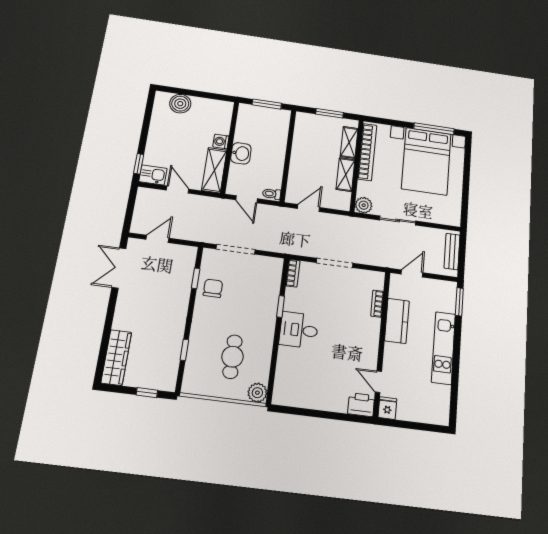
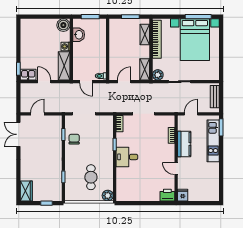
boiler: (180, 104) -> (63, 25), moved
washbasin: (241, 153) -> (79, 35), moved
shelving: (346, 175) -> (145, 69), moved
kitchen unit: (443, 348) -> (213, 141), moved
wardrobe: (116, 357) -> (26, 191), width x0.67
door: (378, 382) -> (176, 169), moved

